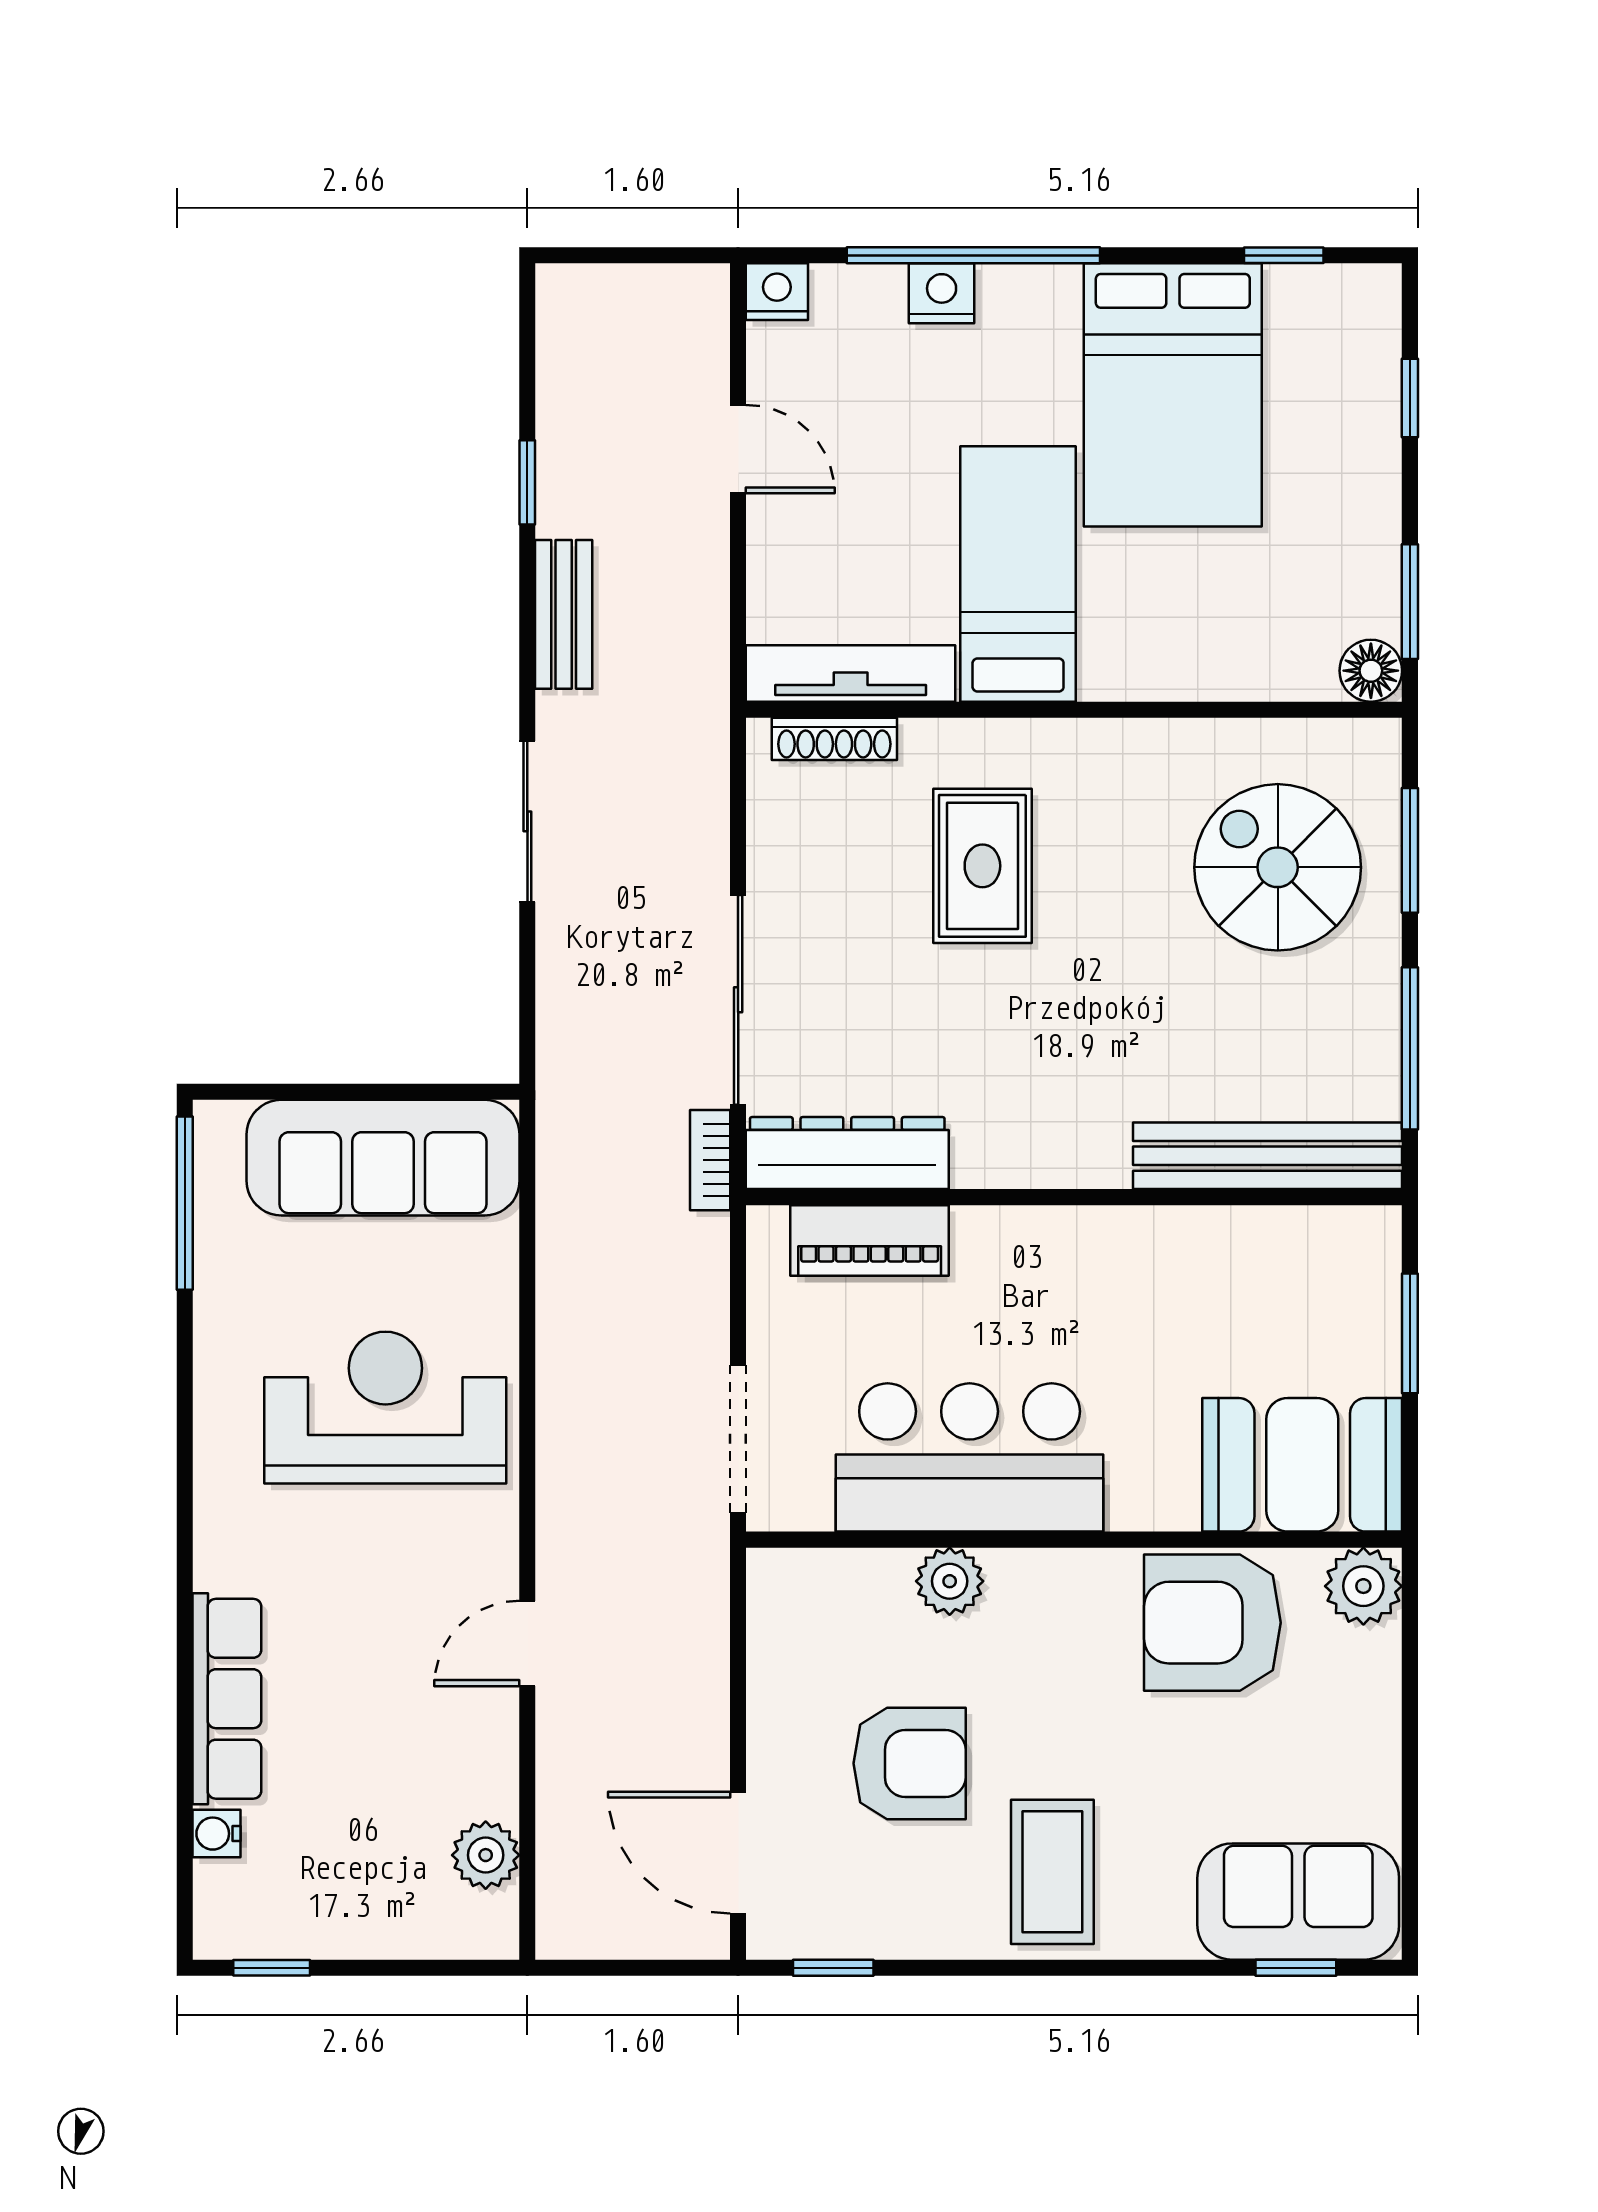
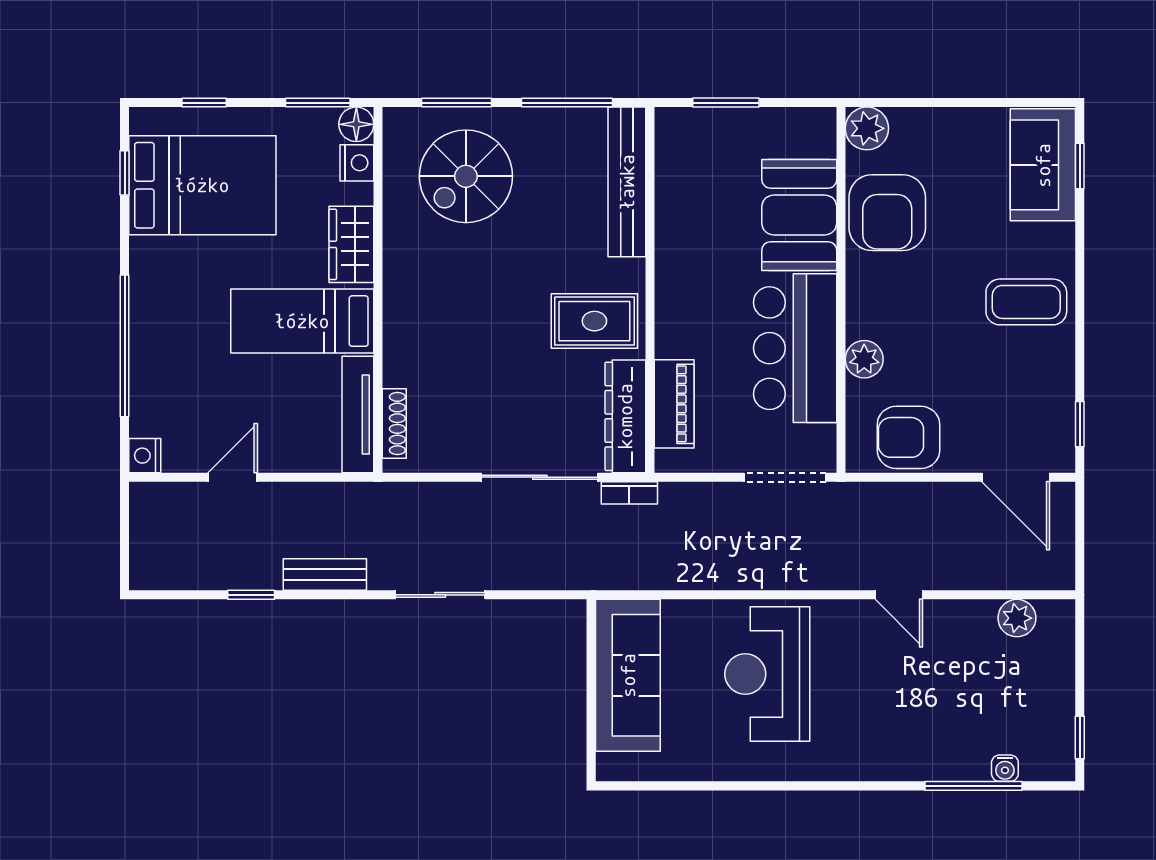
nightstand: (942, 293) -> (357, 163), moved, turned 180
bed: (1173, 395) -> (202, 185), moved
wardrobe: (1156, 662) -> (351, 244), added
rug: (982, 866) -> (594, 321), moved
window: (185, 1203) -> (973, 786), moved
booth: (1302, 1465) -> (799, 215), moved
row of seats: (227, 1699) -> (930, 762), removed
armchair: (910, 1763) -> (909, 437), moved, turned -90
door: (738, 1853) -> (1016, 477), hinge flipped

